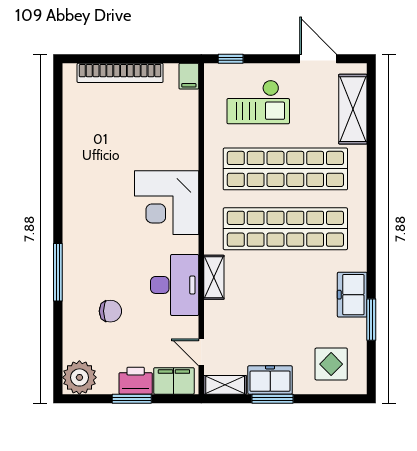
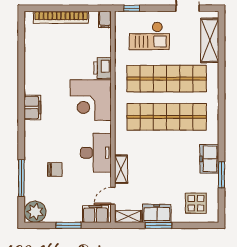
filing cabinet: (75, 214) -> (32, 108), added
window: (58, 272) -> (21, 178), moved
shelving: (214, 277) -> (121, 169), moved
door: (201, 352) -> (113, 196), hinge flipped
printer: (136, 381) -> (103, 68), moved, turned -90

